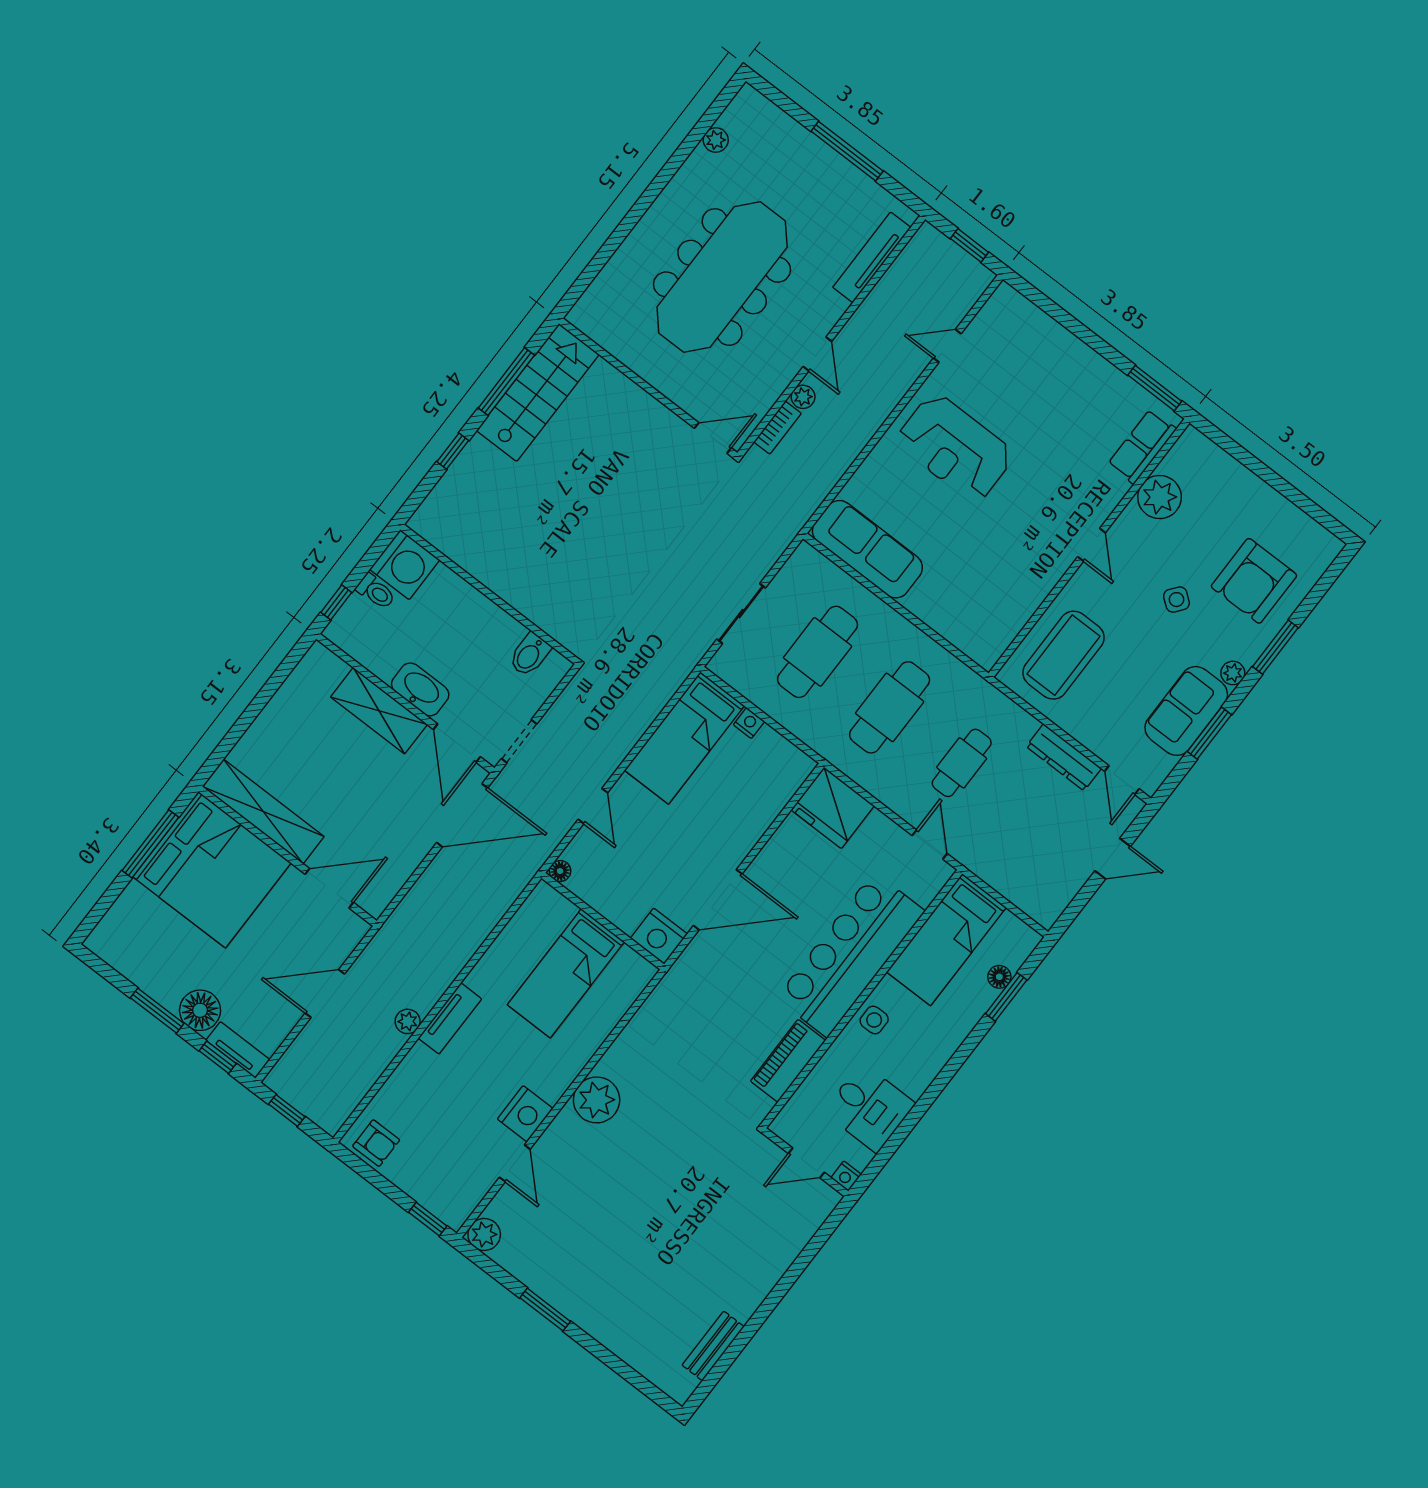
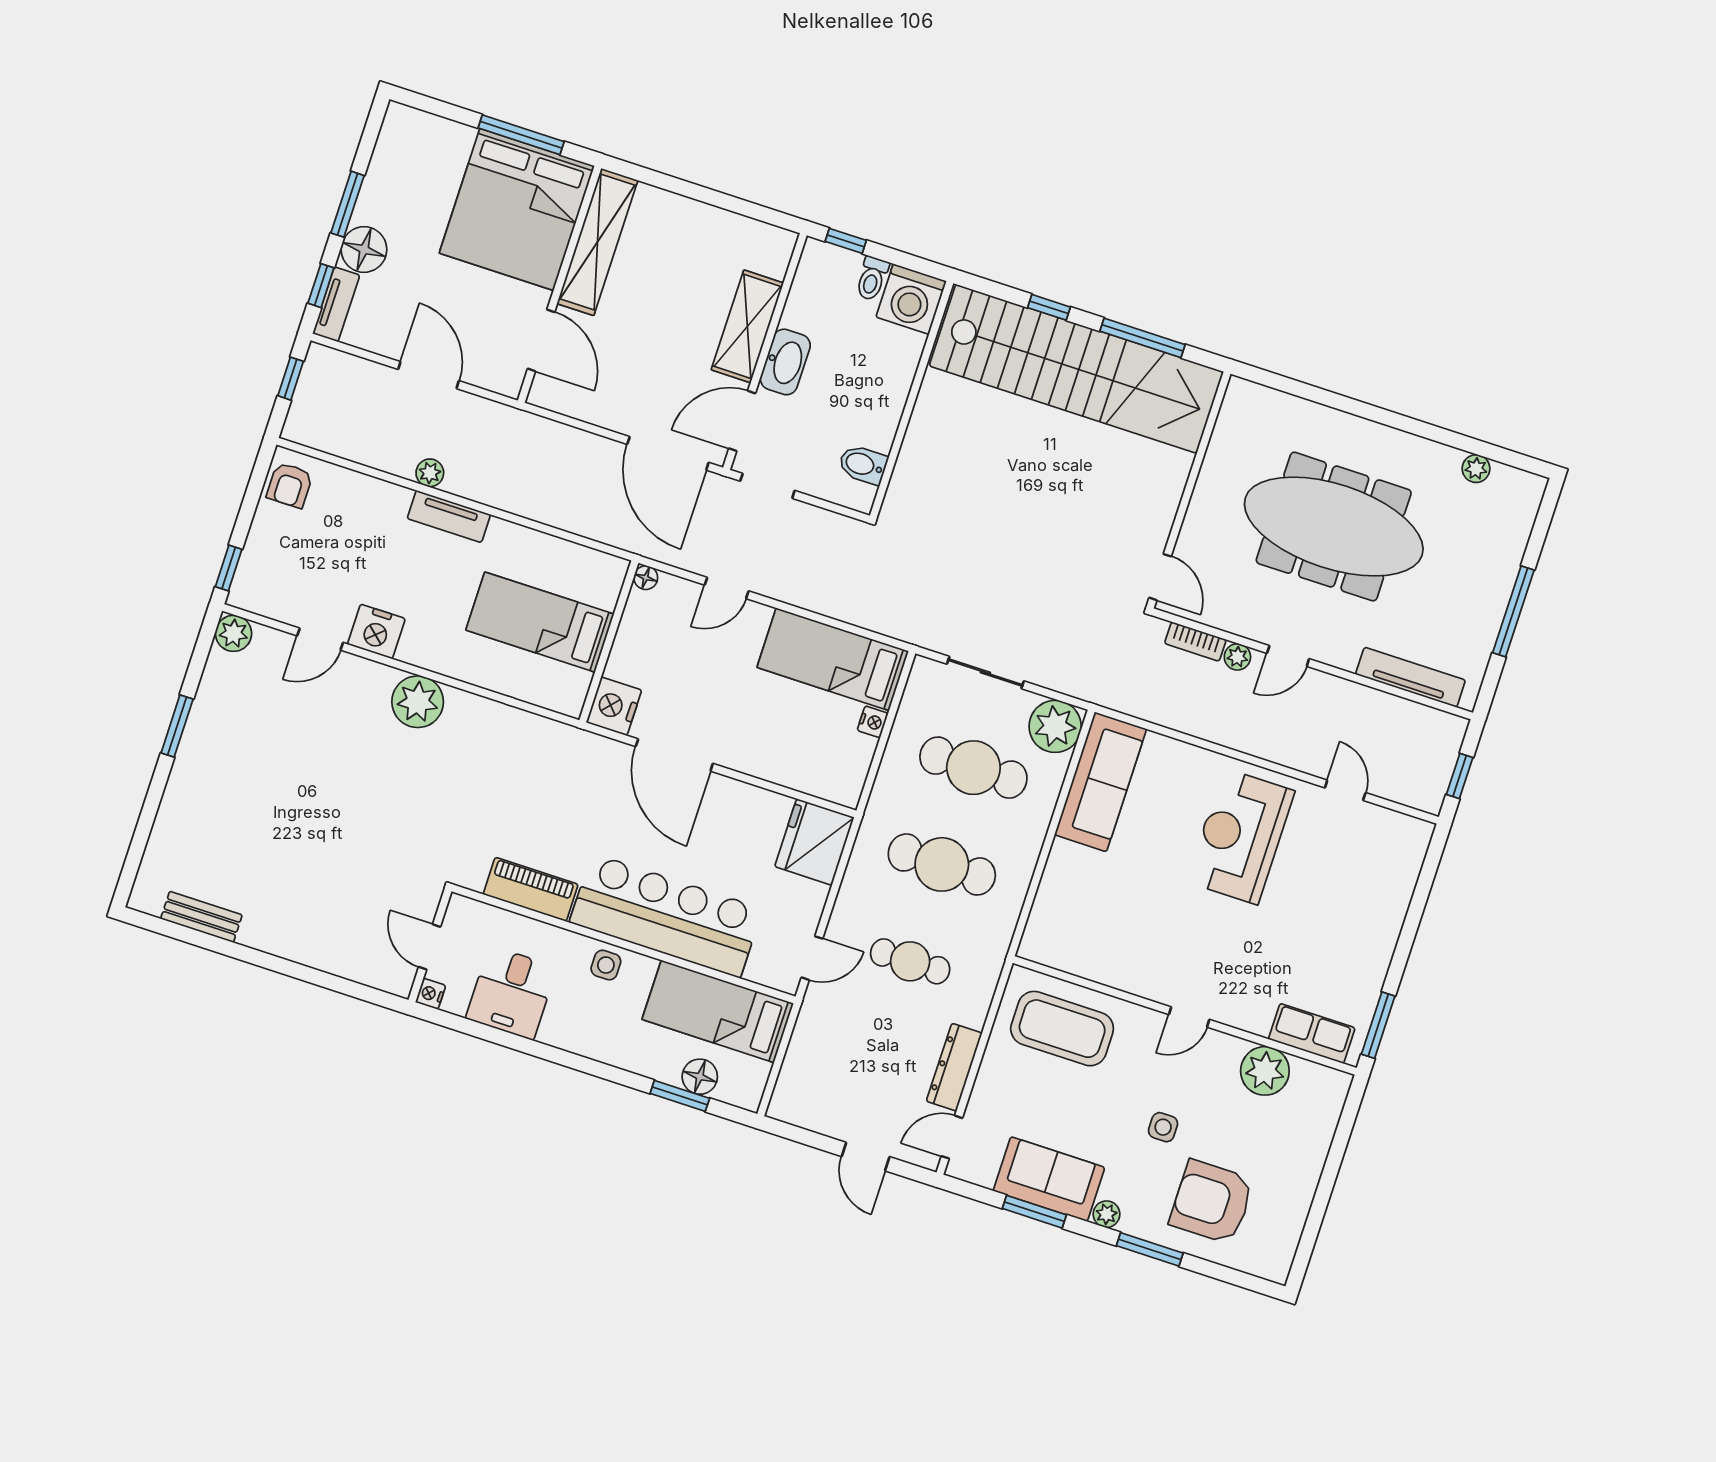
stairs: (538, 393) -> (1076, 369), width x1.86, depth x1.51
plant: (807, 571) -> (1055, 726), added
side table: (1176, 600) -> (1163, 1127), turned -38
floor lamp: (999, 977) -> (700, 1077), width x1.37, depth x1.37

